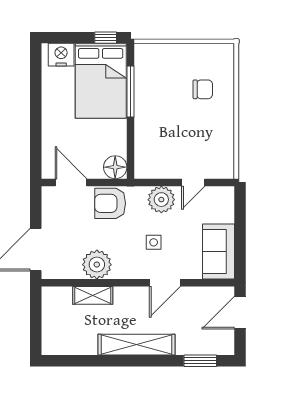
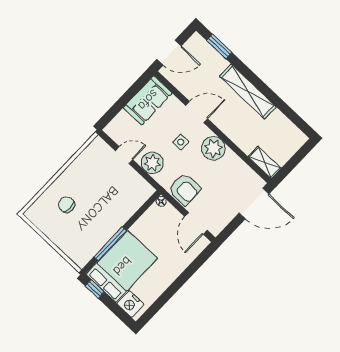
floor lamp: (115, 167) -> (161, 201), width x0.53, depth x0.53
plant: (97, 265) -> (213, 148), moved
shelving: (93, 295) -> (265, 162), moved

